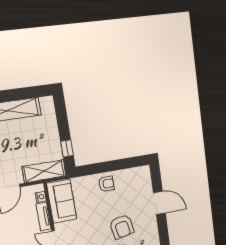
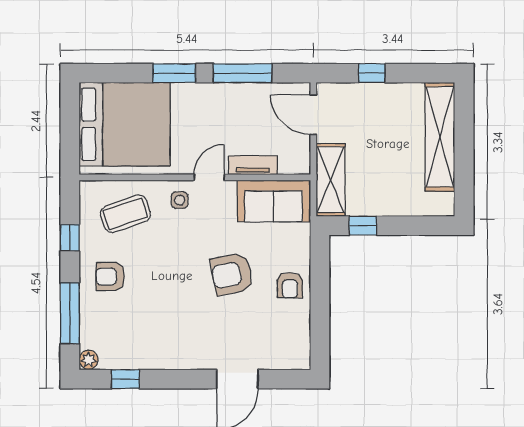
nightstand: (41, 197) -> (288, 166), removed
armchair: (122, 227) -> (232, 274), moved

